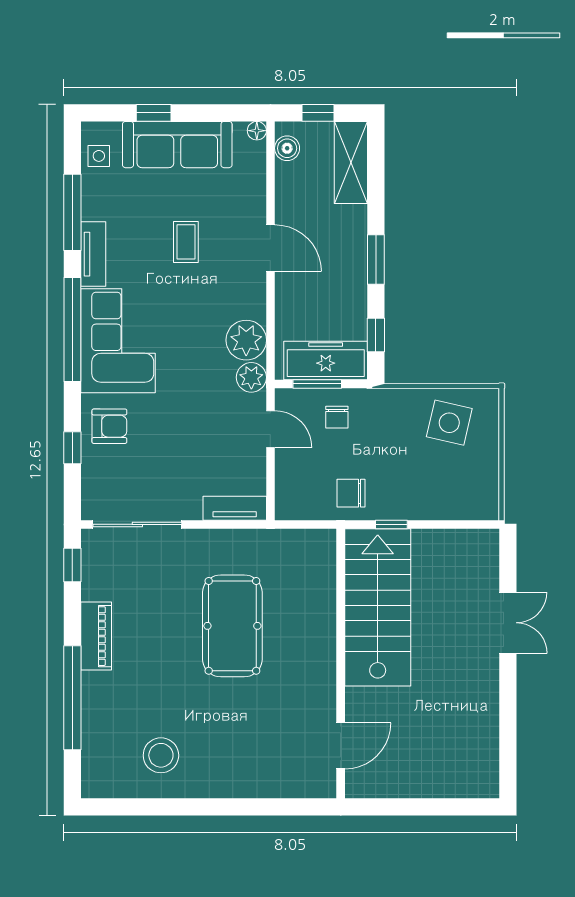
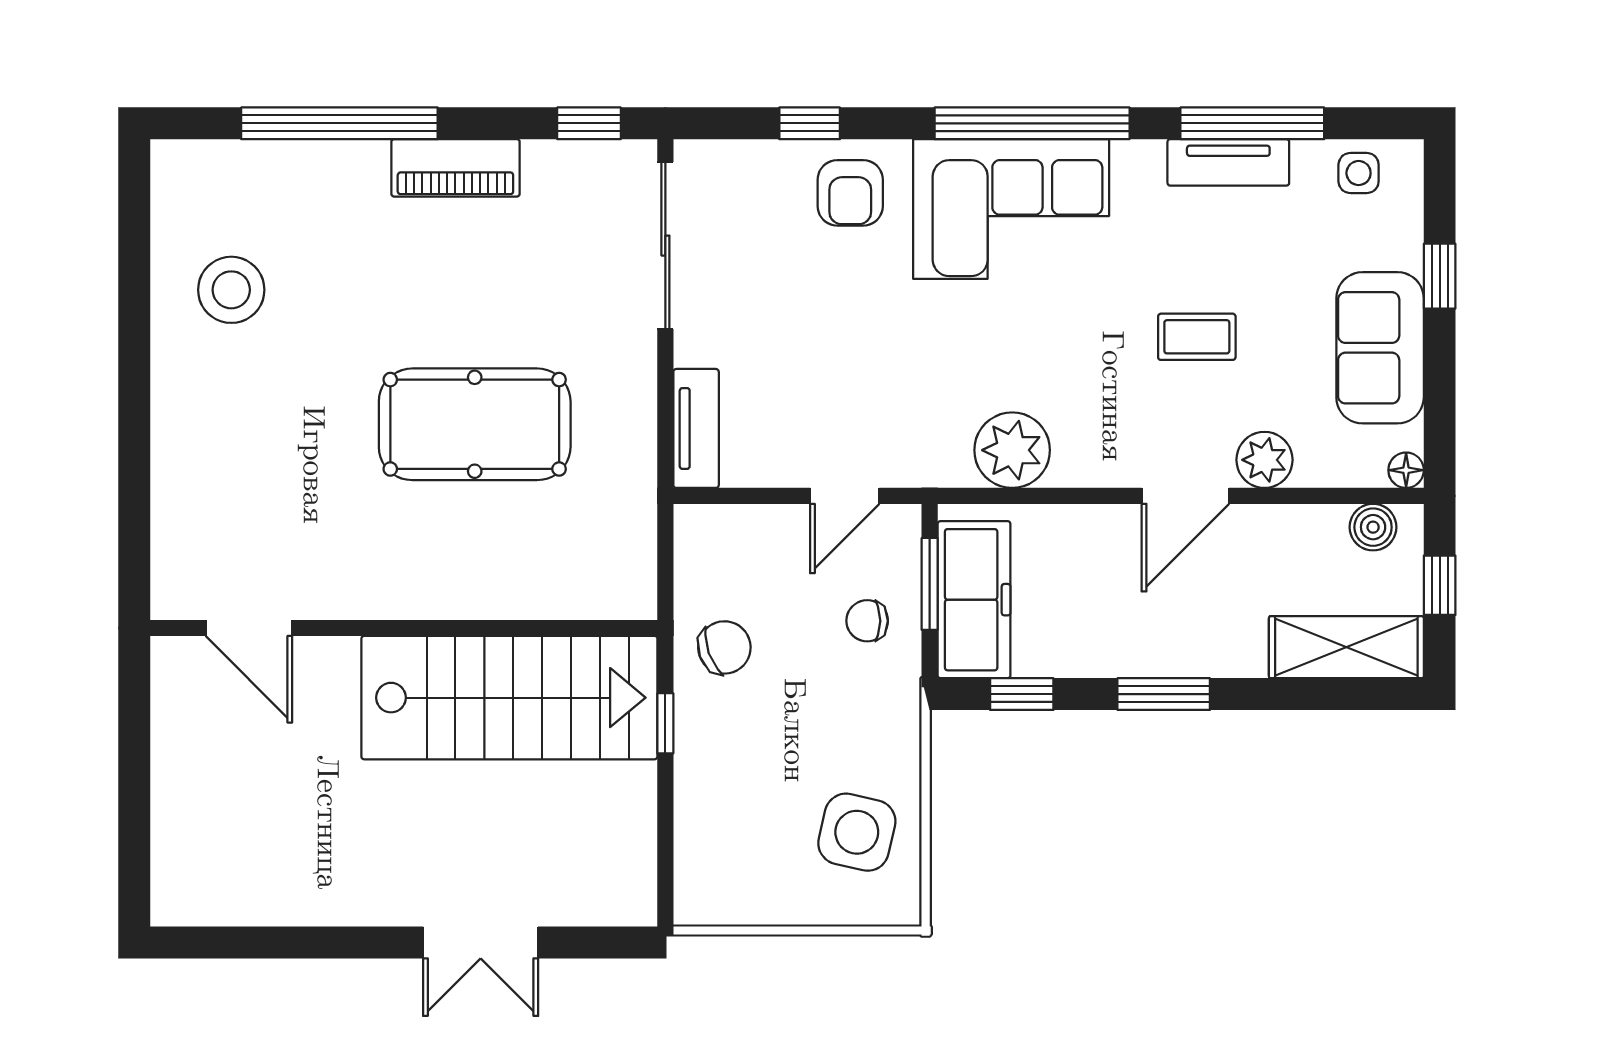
sofa: (177, 145) -> (1380, 348), width x0.73
tv unit: (93, 254) -> (1228, 162), moved
plant: (251, 377) -> (1264, 460), moved
chair: (351, 493) -> (724, 647), turned 70

